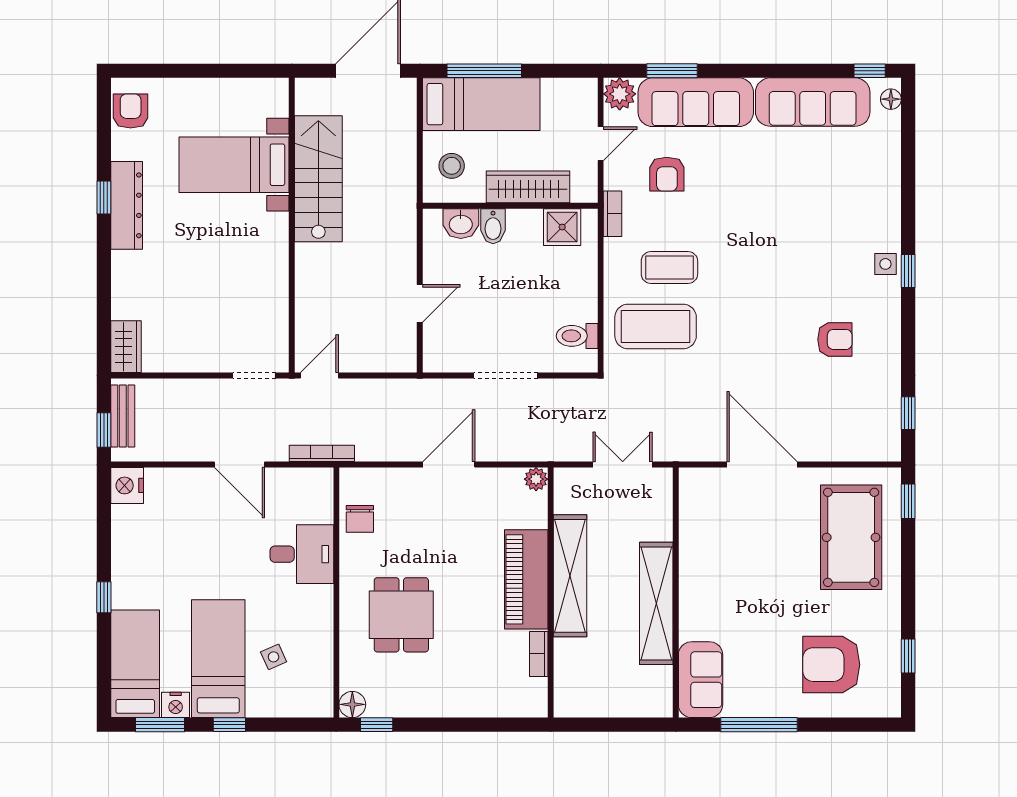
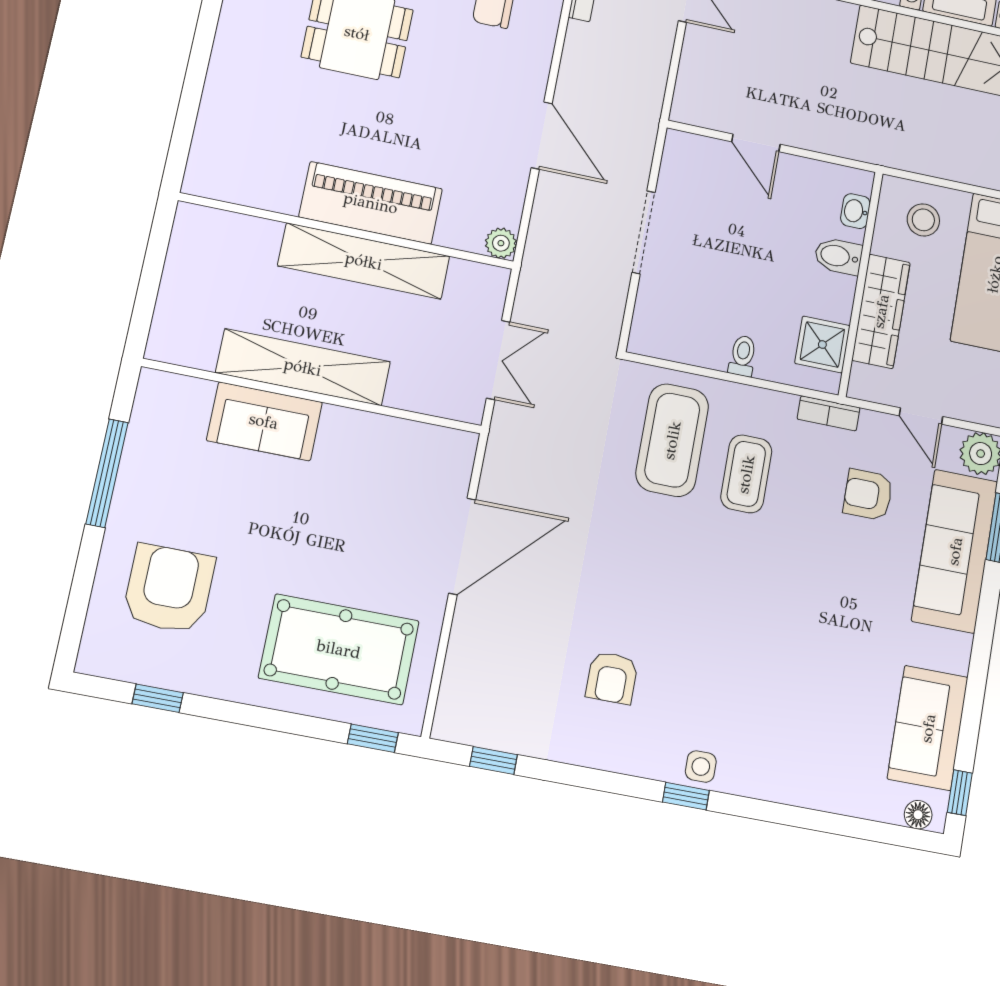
sofa: (813, 102) -> (928, 728), width x0.73
washbasin: (461, 224) -> (855, 211), width x0.72, depth x0.69
toilet: (577, 336) -> (743, 356), moved, width x0.73, depth x0.72
bookcase: (539, 654) -> (268, 199), removed
sofa: (701, 680) -> (264, 421), moved

